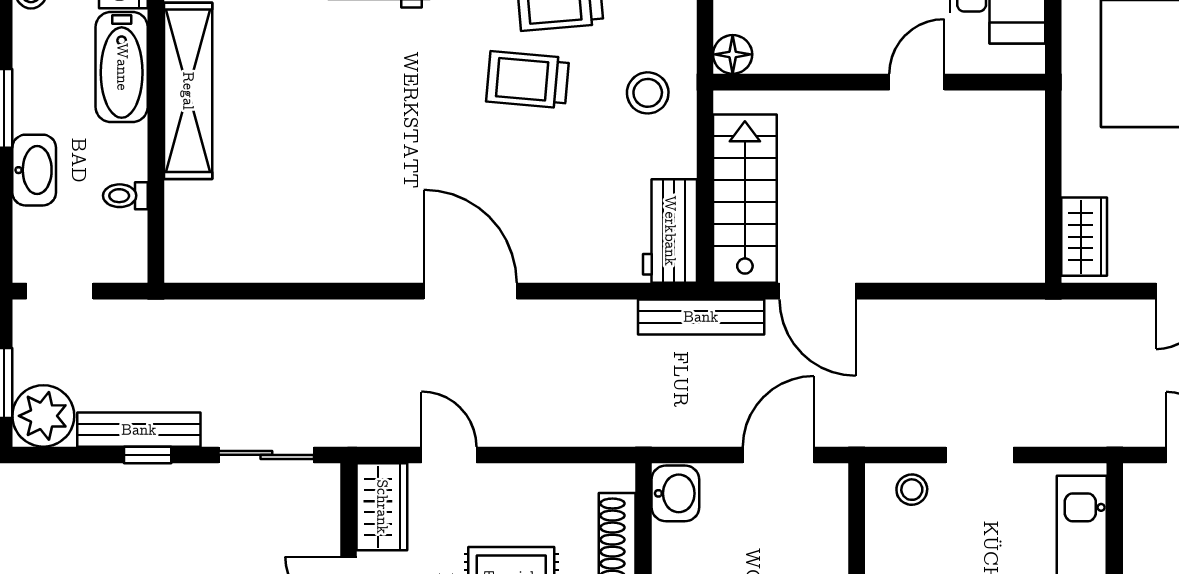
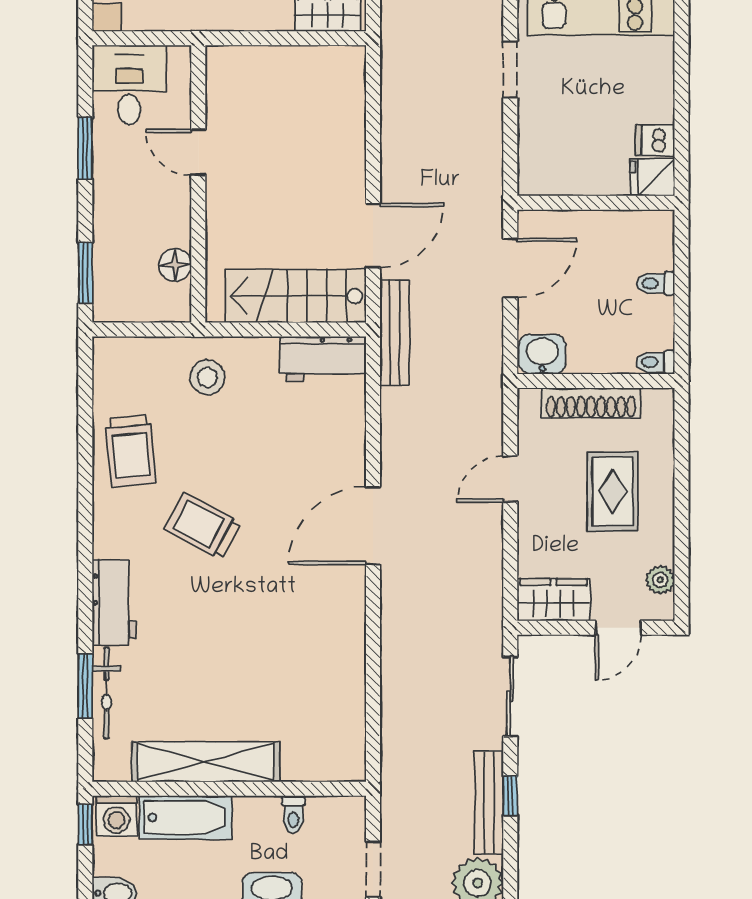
floor lamp: (733, 54) -> (175, 265), moved
trolley: (528, 80) -> (203, 526), moved, turned 113
door: (449, 455) -> (510, 479), moved
door: (778, 455) -> (510, 268), swing flipped
doorway: (980, 455) -> (510, 69), moved
stool: (912, 490) -> (539, 156), removed

